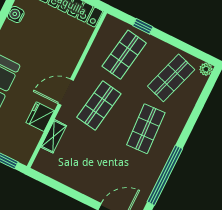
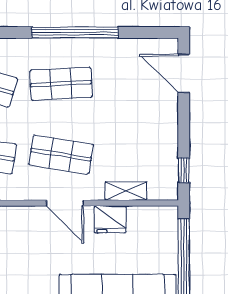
window: (165, 175) -> (75, 32), moved
window: (48, 181) -> (184, 170), added

